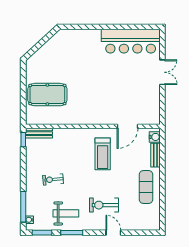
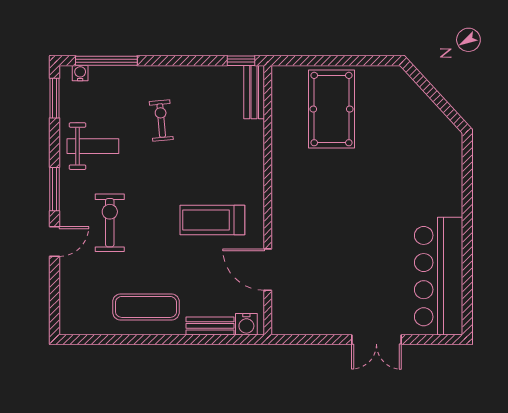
weight bench: (66, 213) -> (93, 146), turned -90
window: (72, 233) -> (55, 189), moved

